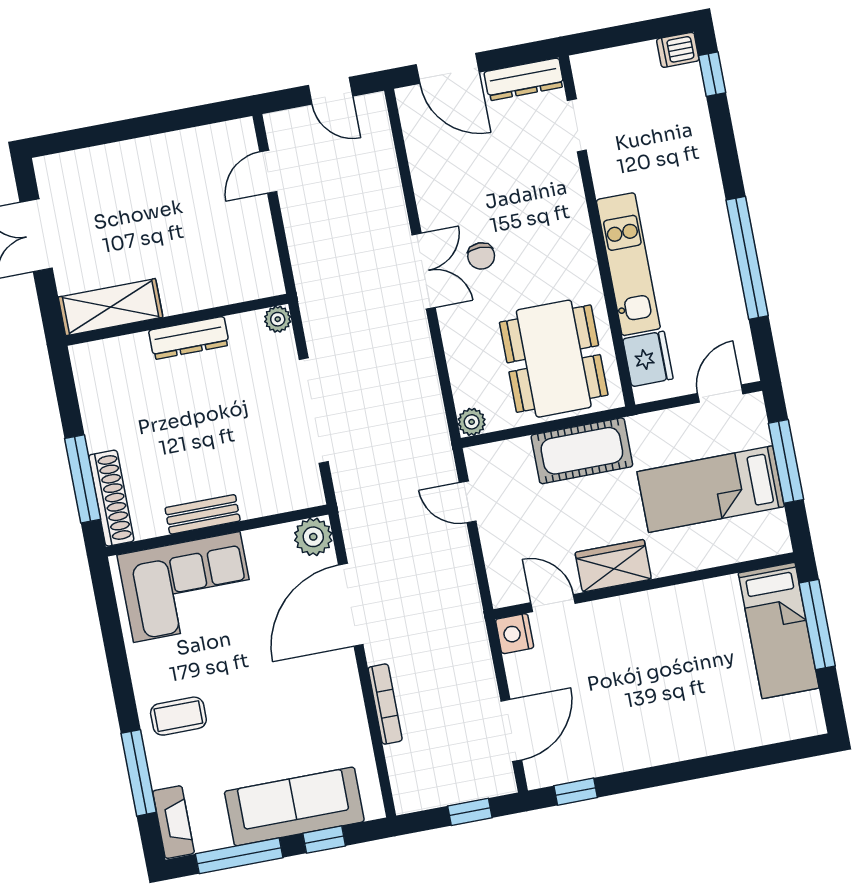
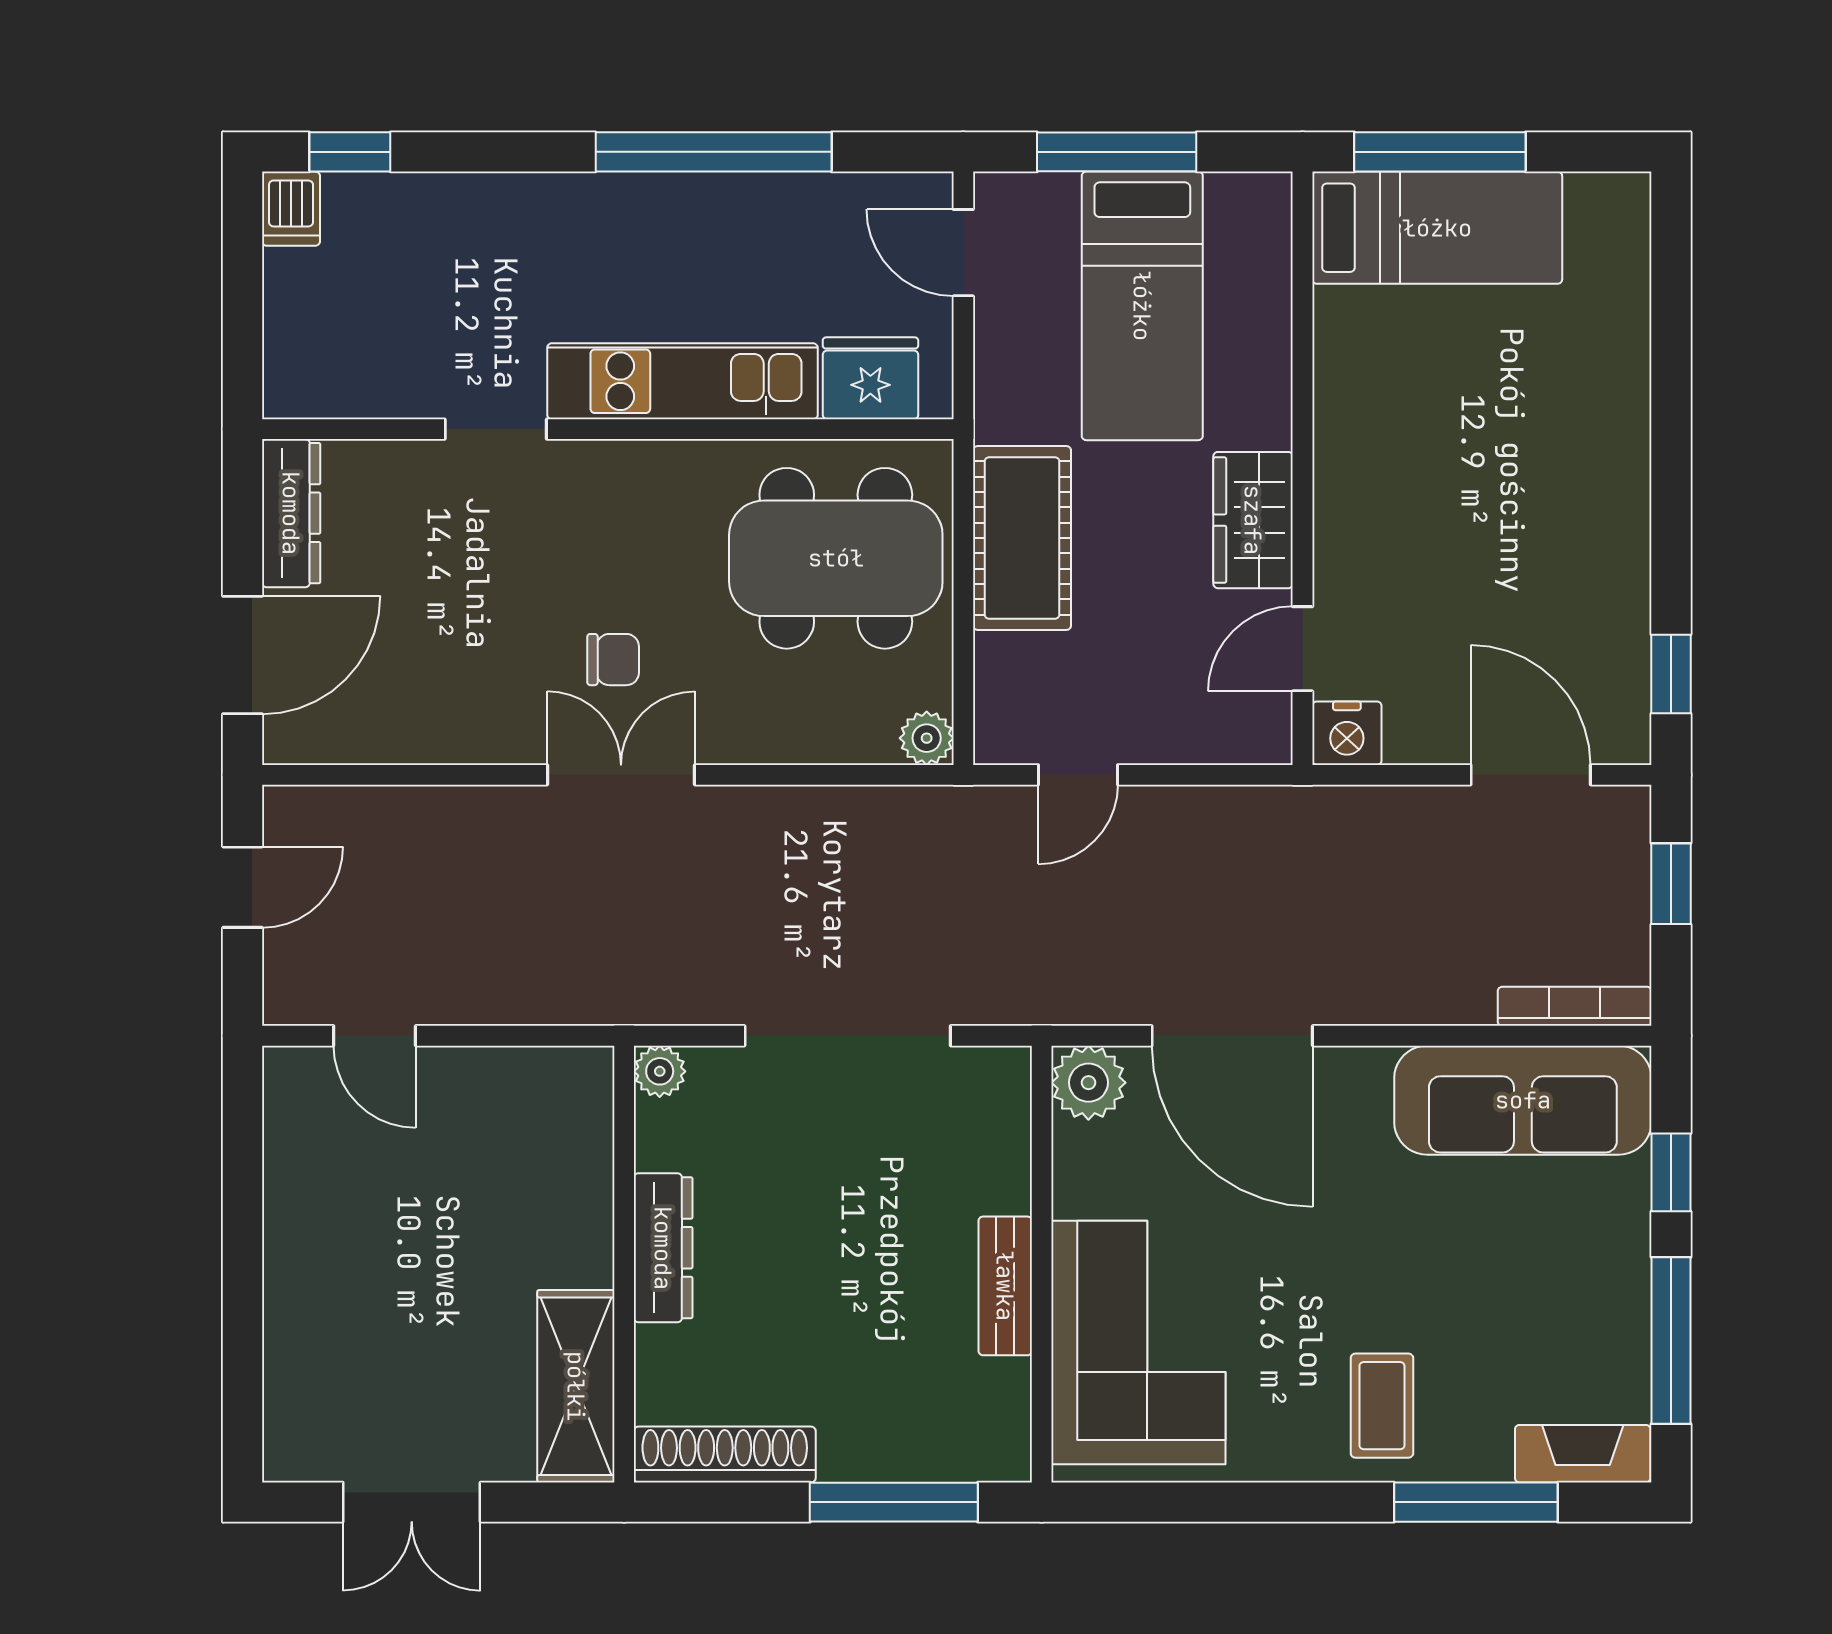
doorway: (577, 125) -> (496, 429), moved
shoe rack: (111, 498) -> (725, 1455), moved
bookcase: (385, 704) -> (1575, 1006), moved
sofa: (294, 806) -> (1523, 1100), moved, turned -90

